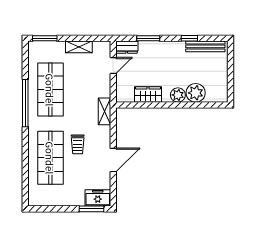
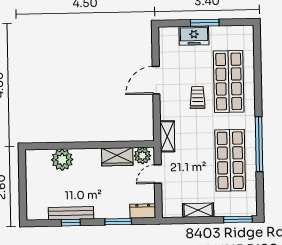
bench: (205, 46) -> (71, 213), moved
door: (113, 66) -> (158, 174), moved
plant: (178, 95) -> (142, 156), moved
freezer: (98, 198) -> (194, 36), moved
window: (91, 209) -> (205, 23), moved

